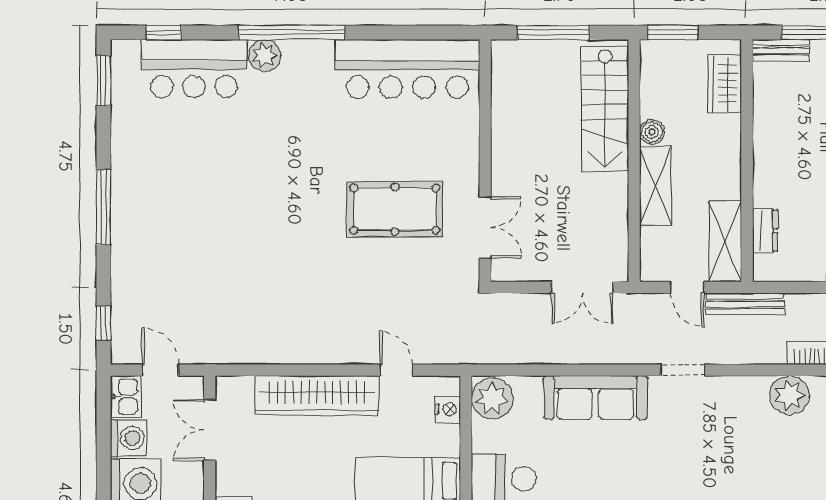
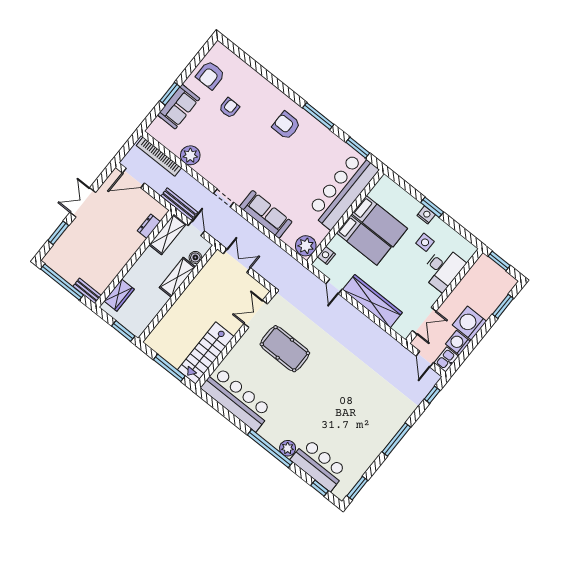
stairs: (605, 109) -> (206, 353), moved, turned 180
boiler: (652, 132) -> (195, 257), moved

